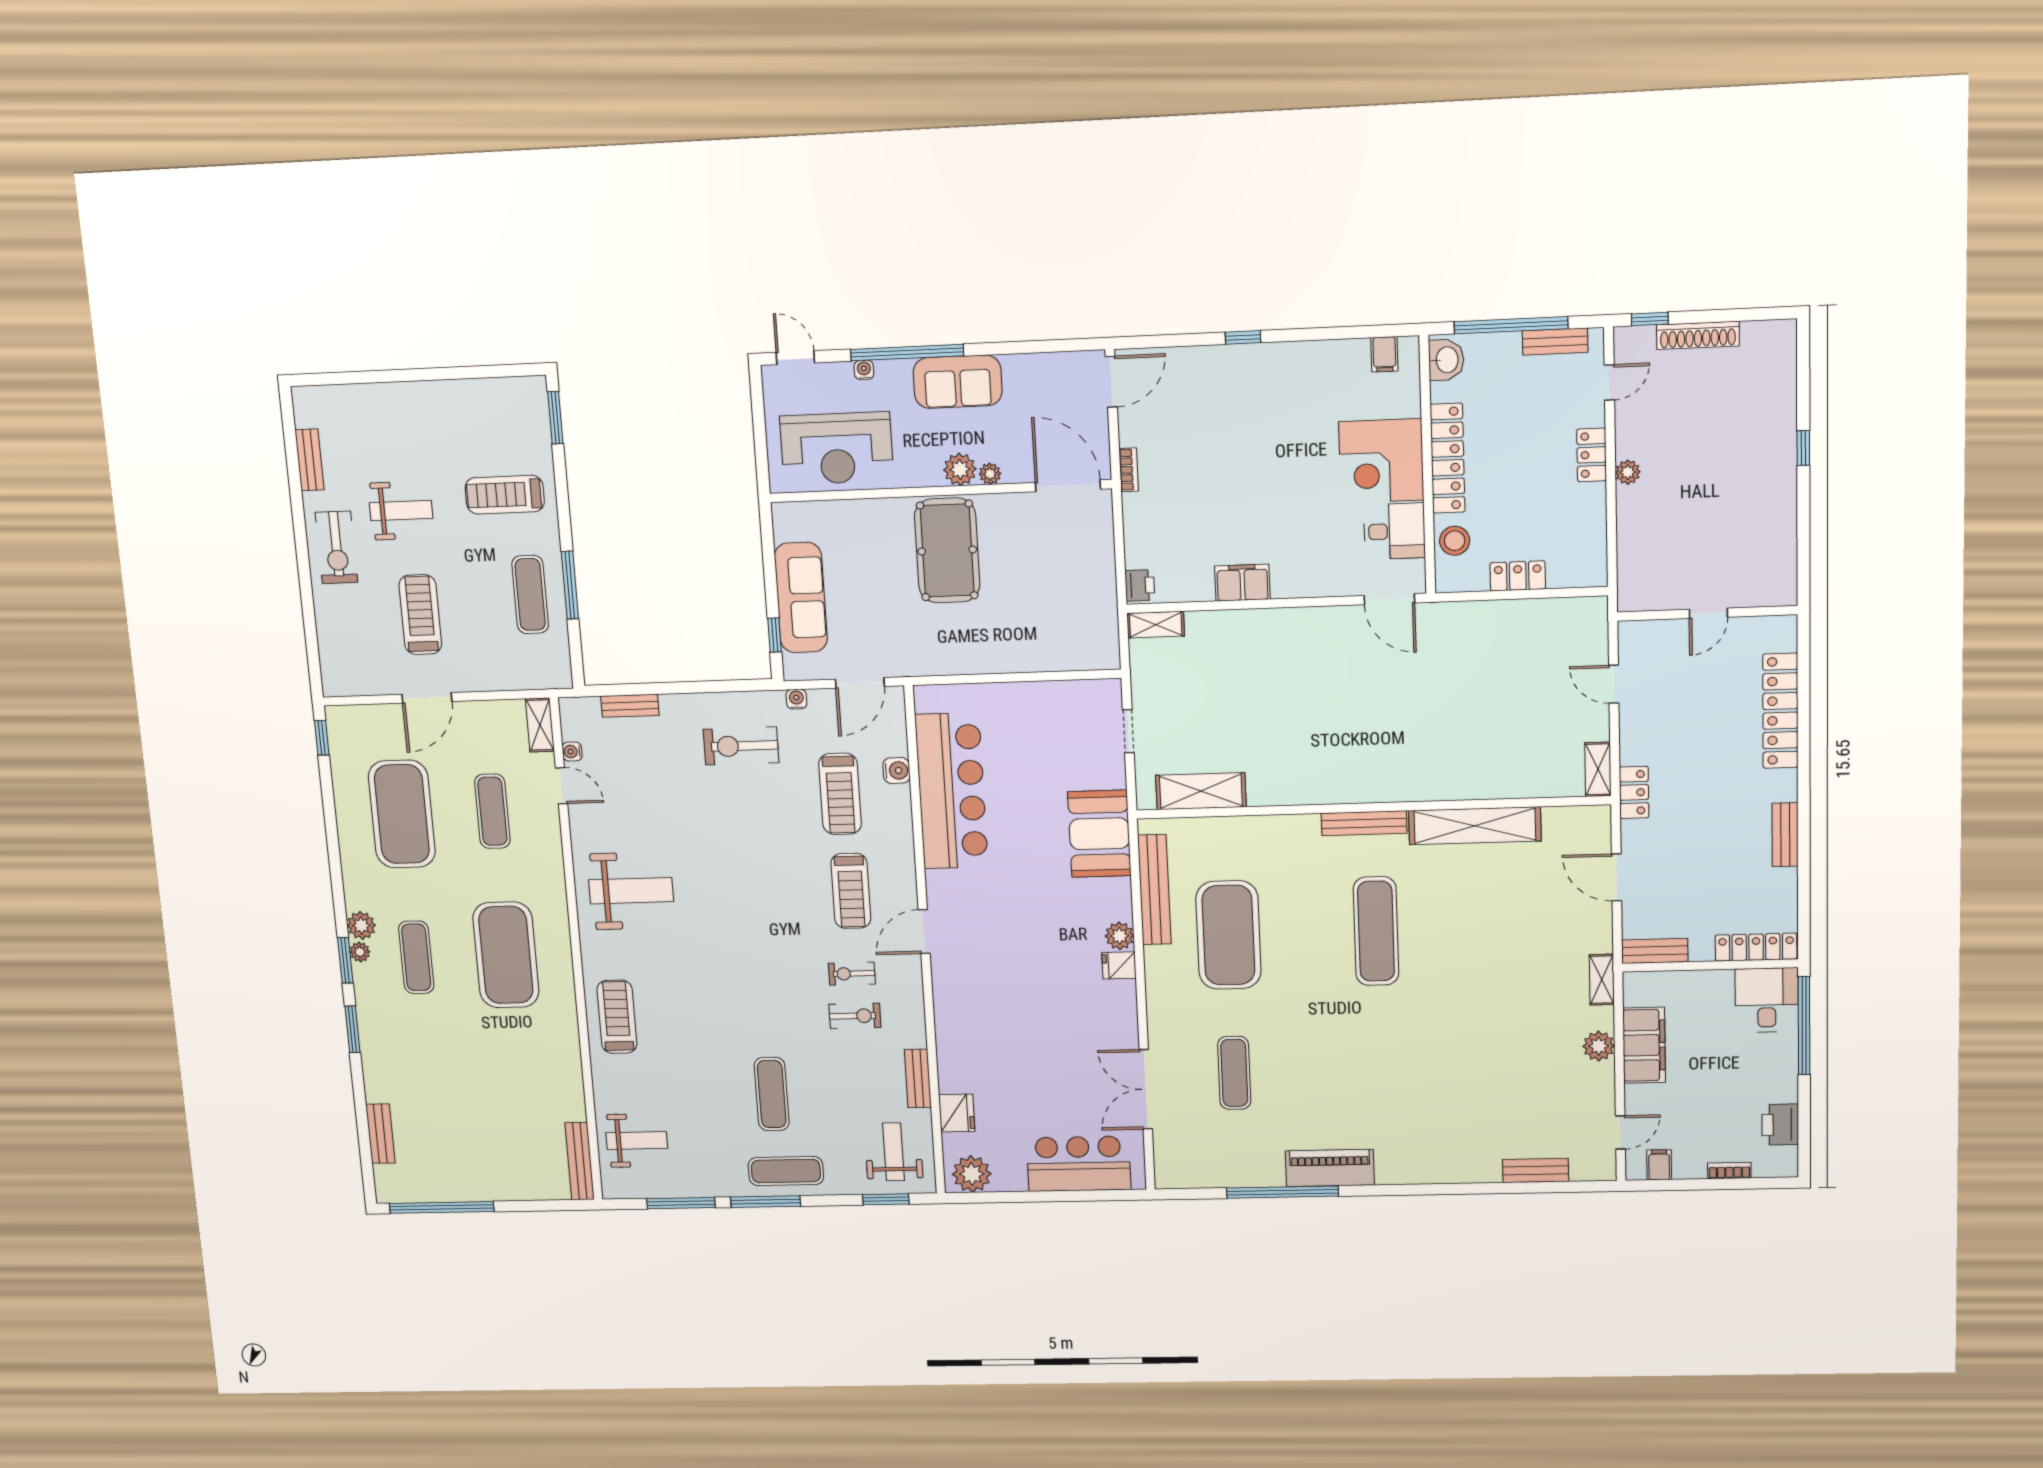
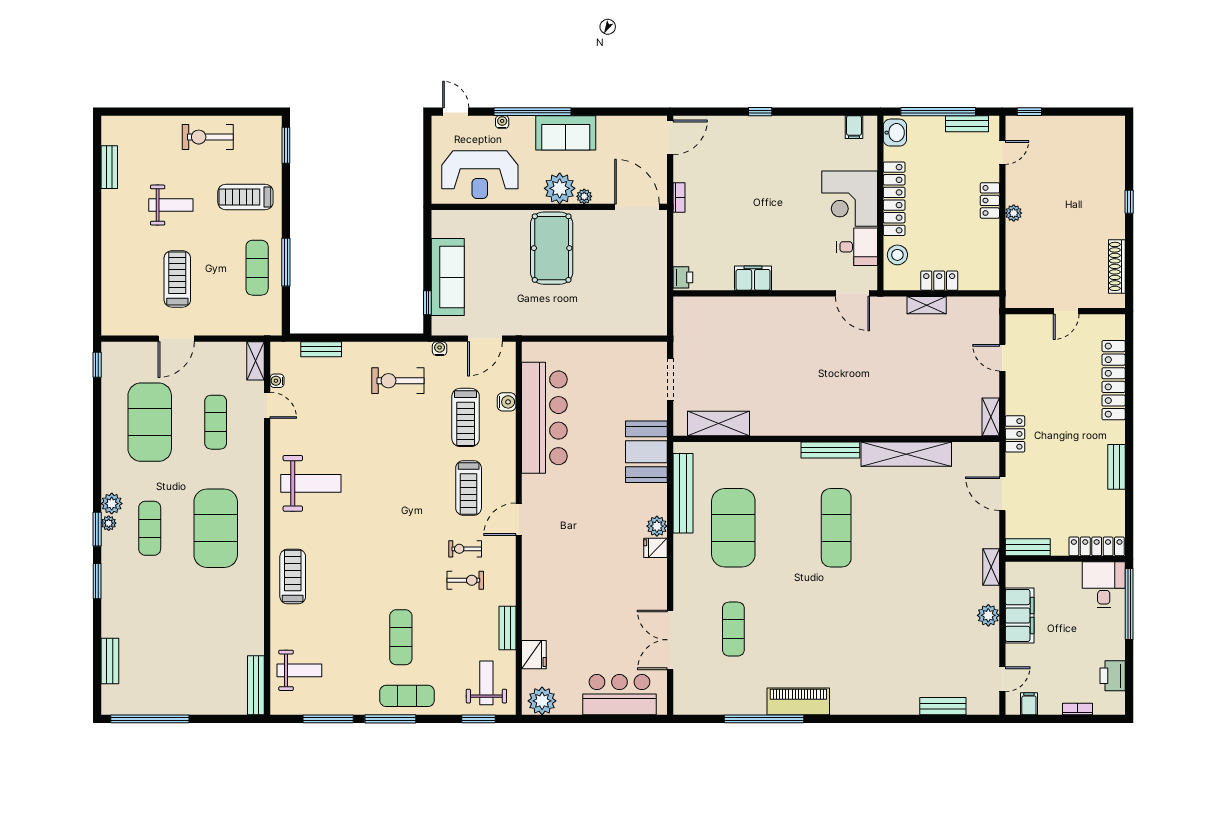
shoe rack: (1698, 335) -> (1117, 266), moved, turned 90
plant: (960, 469) -> (560, 188), width x1.36, depth x1.36
exercise bike: (336, 547) -> (208, 137), moved, turned 90
shelving: (1156, 625) -> (927, 305), moved
doorway: (1128, 731) -> (670, 379), width x1.38

